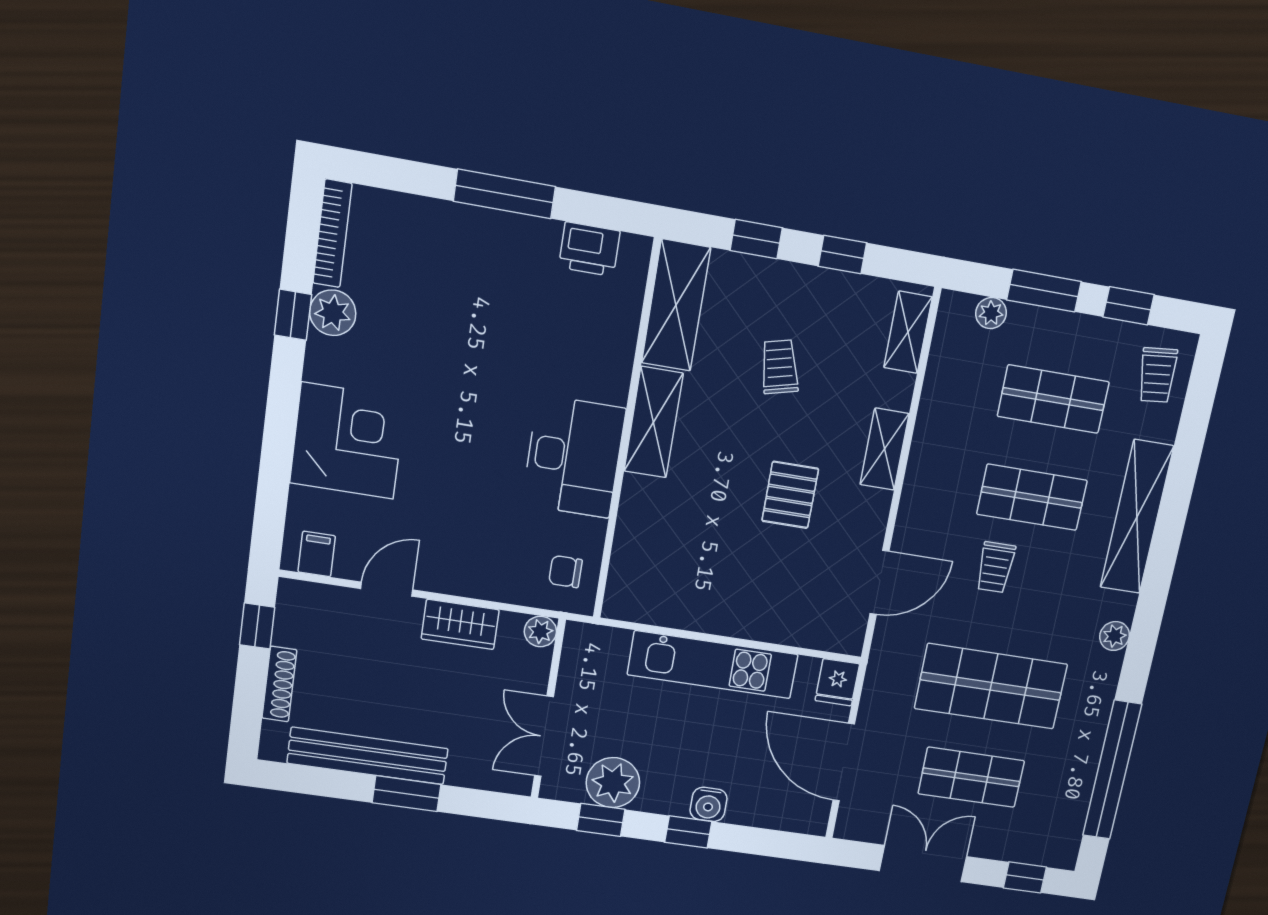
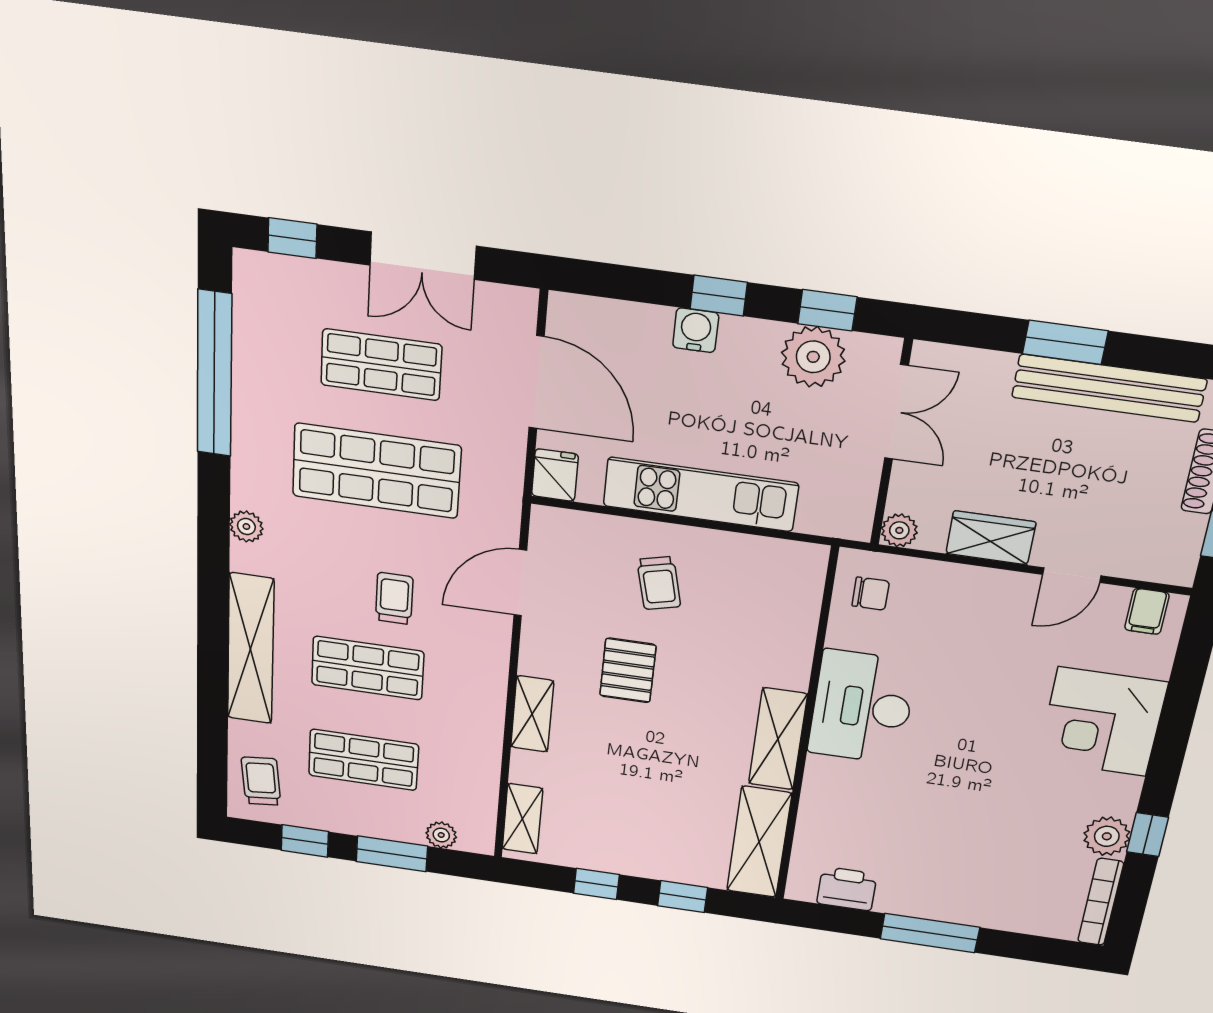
trolley: (780, 367) -> (659, 583), moved

